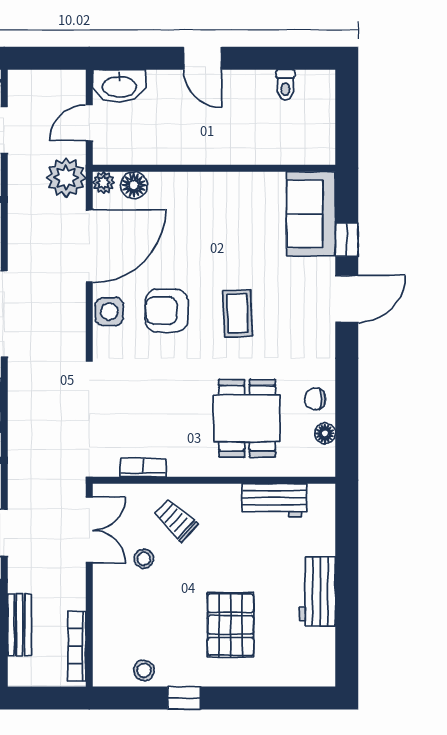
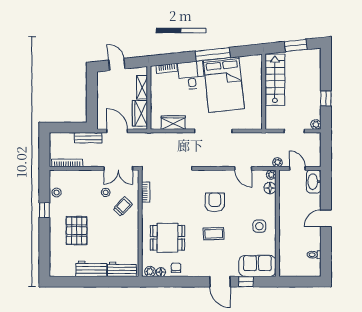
plant: (66, 177) -> (277, 162), width x0.53, depth x0.53
door: (89, 246) -> (243, 168), width x0.53
side table: (109, 312) -> (259, 226), moved
plant: (324, 458) -> (150, 271), added
workbench: (275, 500) -> (122, 269), moved, turned 90
bench: (19, 625) -> (88, 138), moved
pallet: (231, 625) -> (77, 231), turned 90

